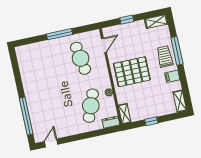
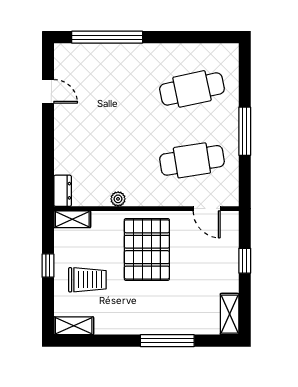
trolley: (165, 56) -> (87, 280), moved
filing cabinet: (172, 76) -> (122, 322), removed
cafe table: (91, 106) -> (192, 89), moved, turned -33
door: (51, 143) -> (48, 91), moved

